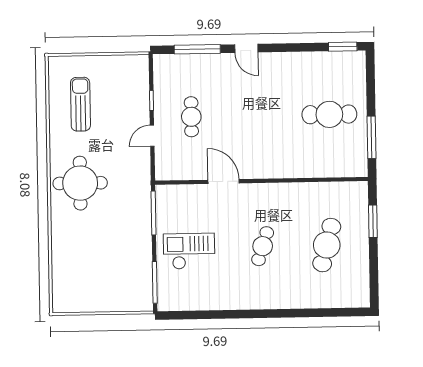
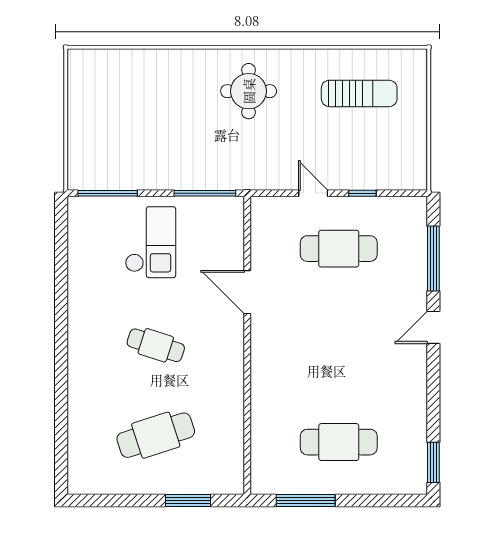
cafe table: (329, 114) -> (339, 442), turned 90
cafe table: (191, 117) -> (339, 249), width x1.37, depth x1.35
door: (224, 182) -> (247, 292), swing flipped
round table: (80, 183) -> (249, 91), width x0.73, depth x0.73
cafe table: (327, 245) -> (156, 435), turned -33

